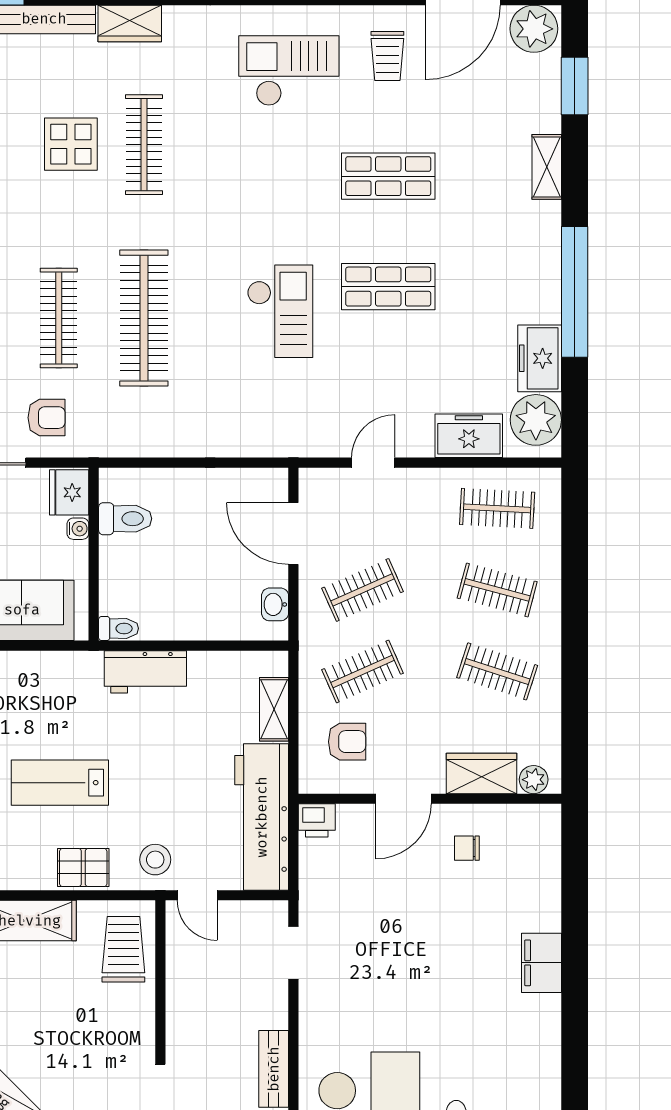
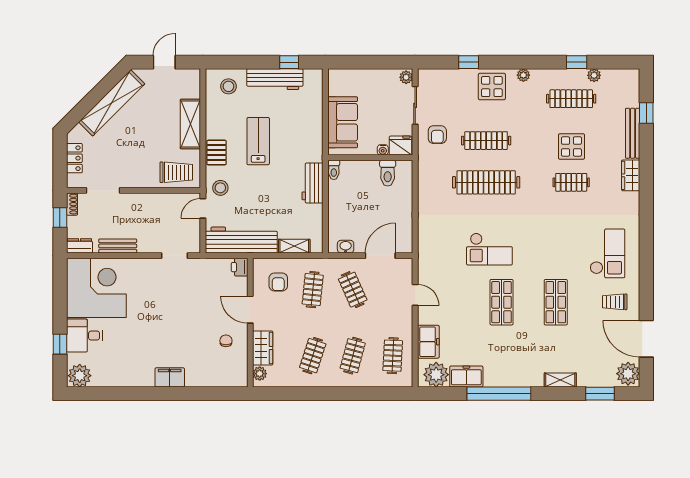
clothes rail: (144, 145) -> (571, 182), width x0.73
clothes rail: (363, 671) -> (313, 290), turned 30

